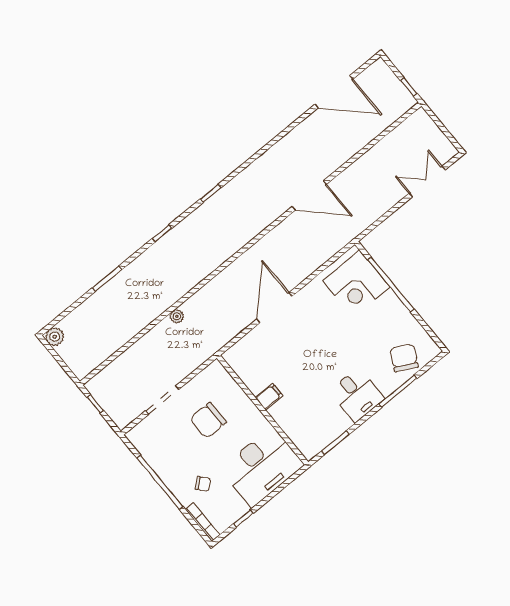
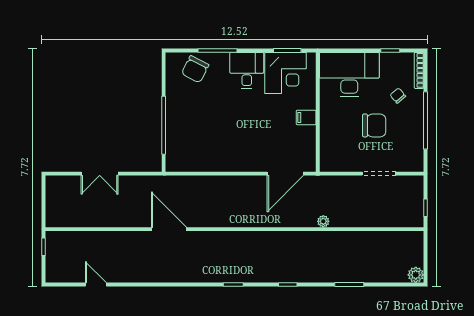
door: (334, 92) -> (96, 285), width x0.53
double door: (427, 182) -> (100, 174), moved
corner desk: (356, 284) -> (285, 73), moved, turned 90
door: (274, 308) -> (285, 174), moved
chair: (208, 420) -> (374, 125), moved

